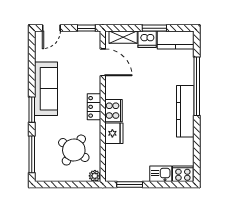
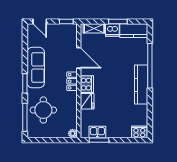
door: (51, 28) -> (40, 22), hinge flipped
door: (103, 62) -> (79, 58), moved
round table: (74, 150) -> (43, 110), moved, turned -34
kitchen sink: (161, 174) -> (97, 132), moved

